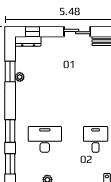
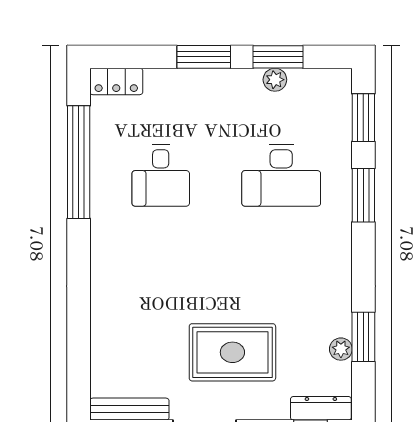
rug: (65, 65) -> (232, 352), added
plant: (20, 77) -> (341, 349), moved

